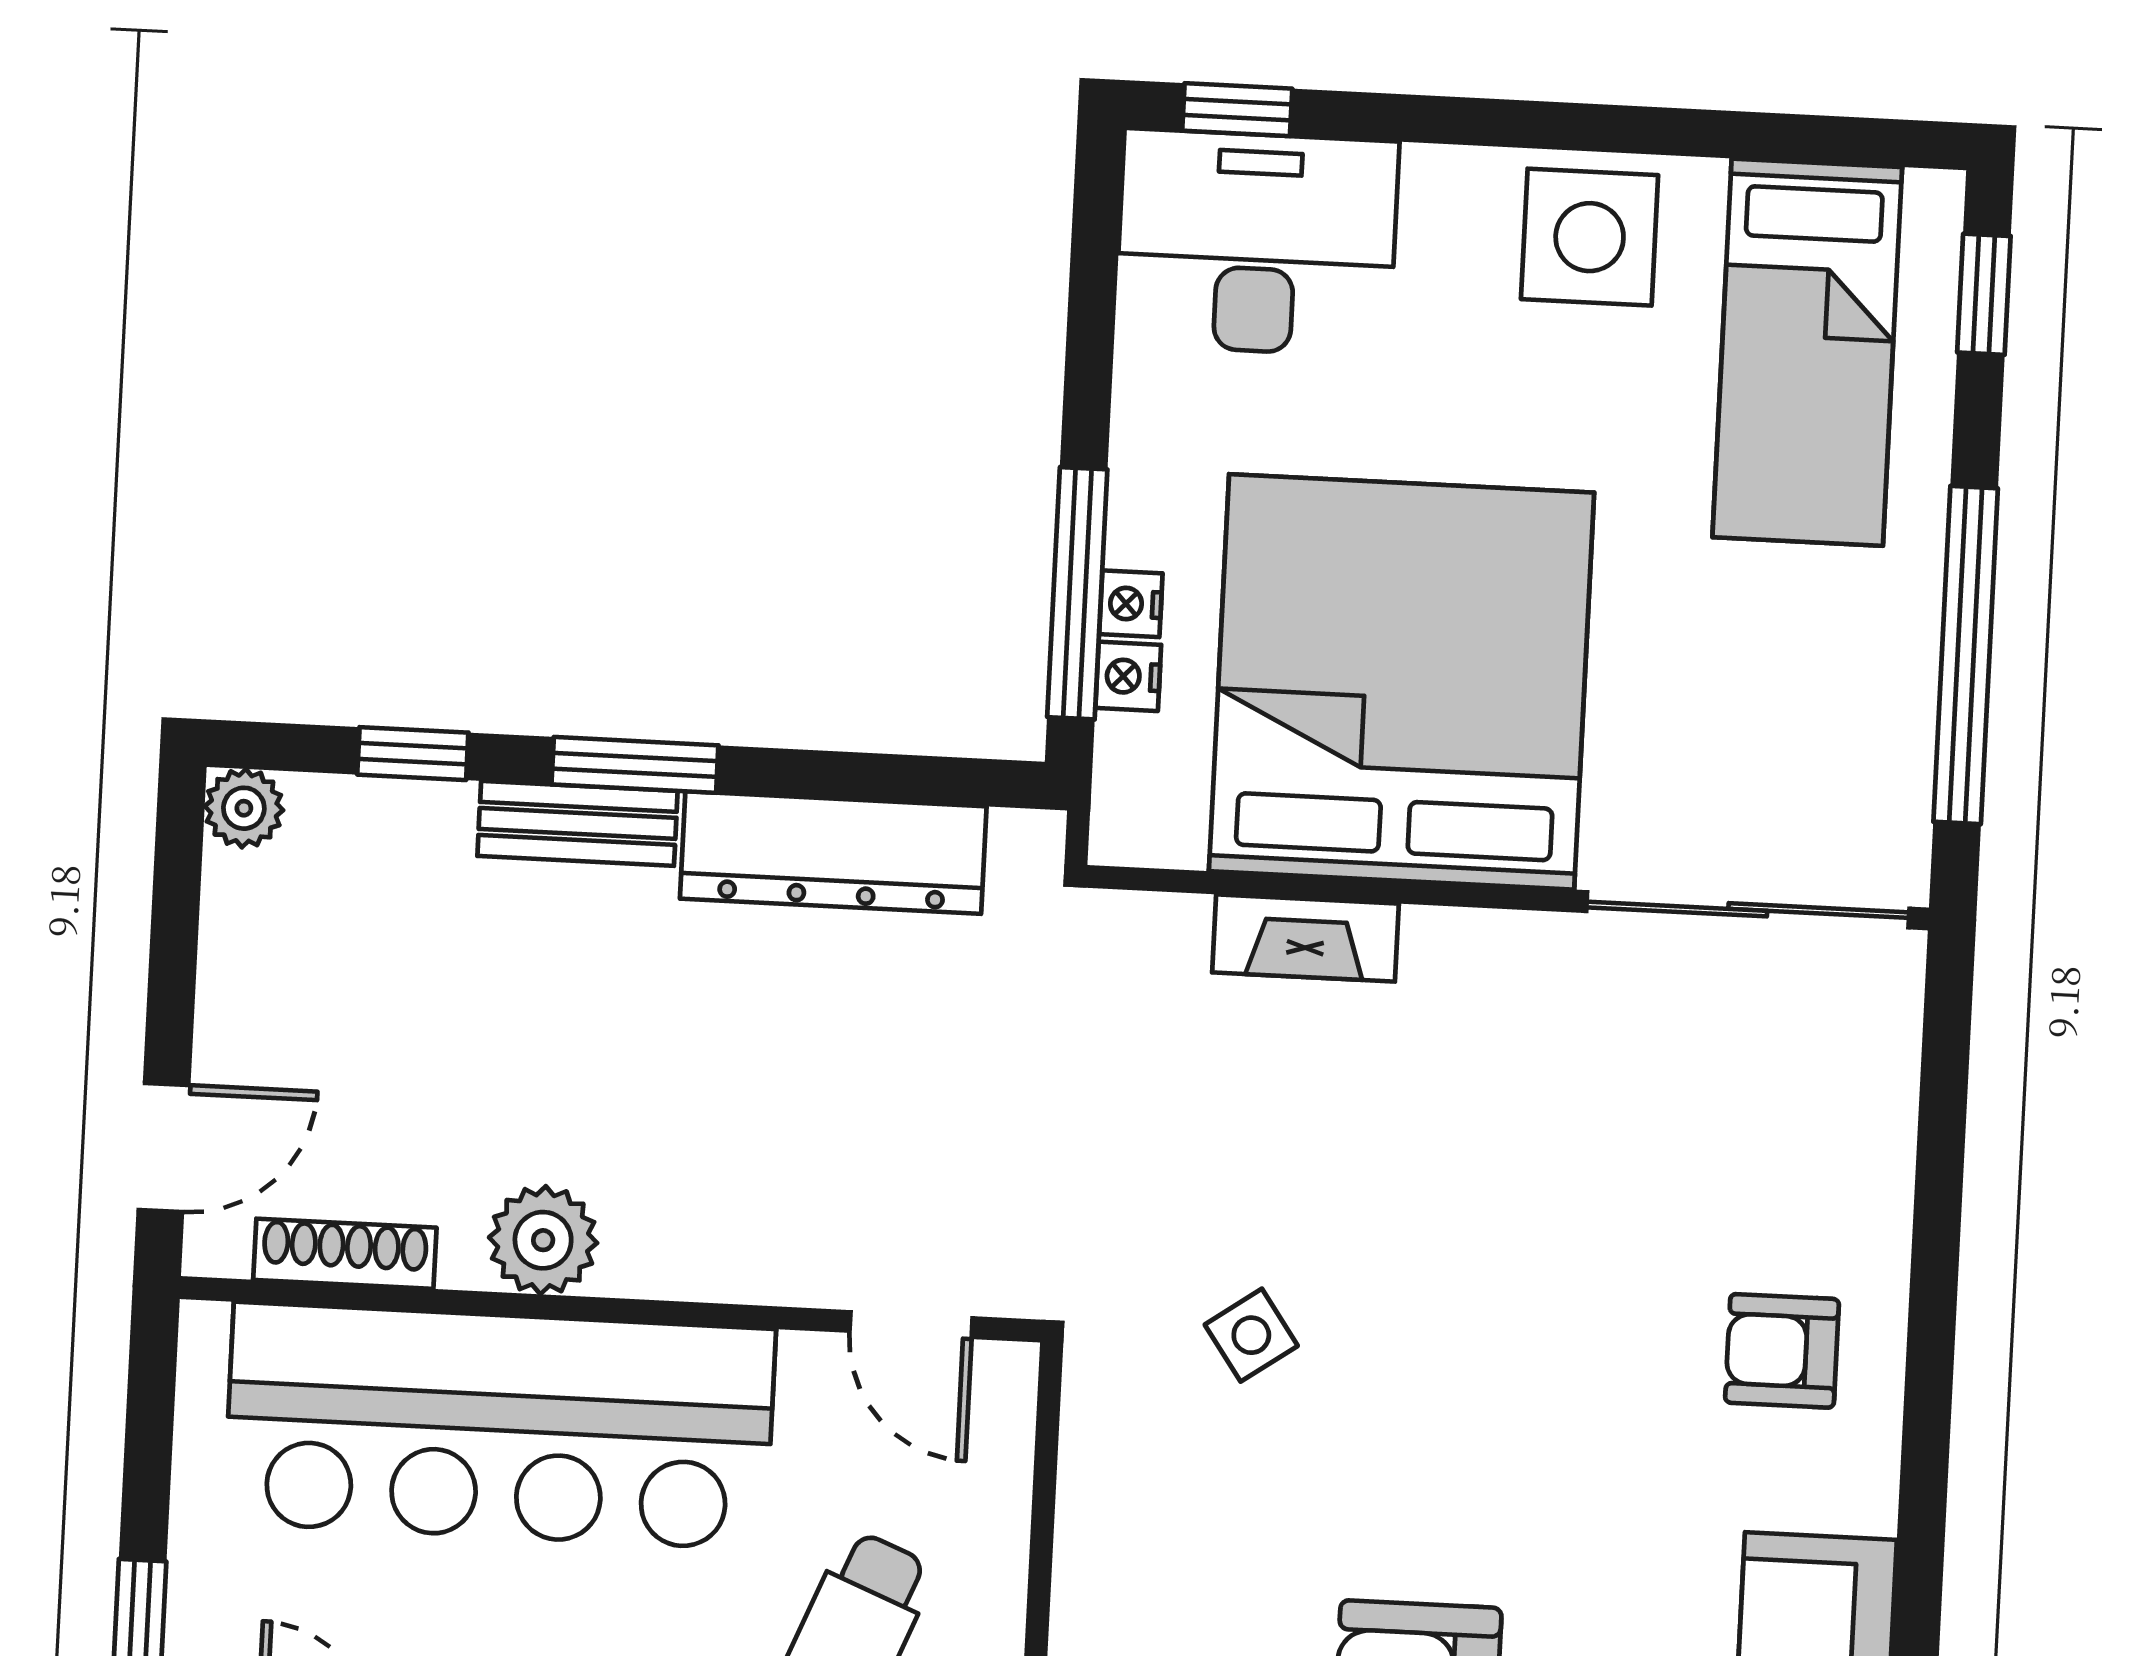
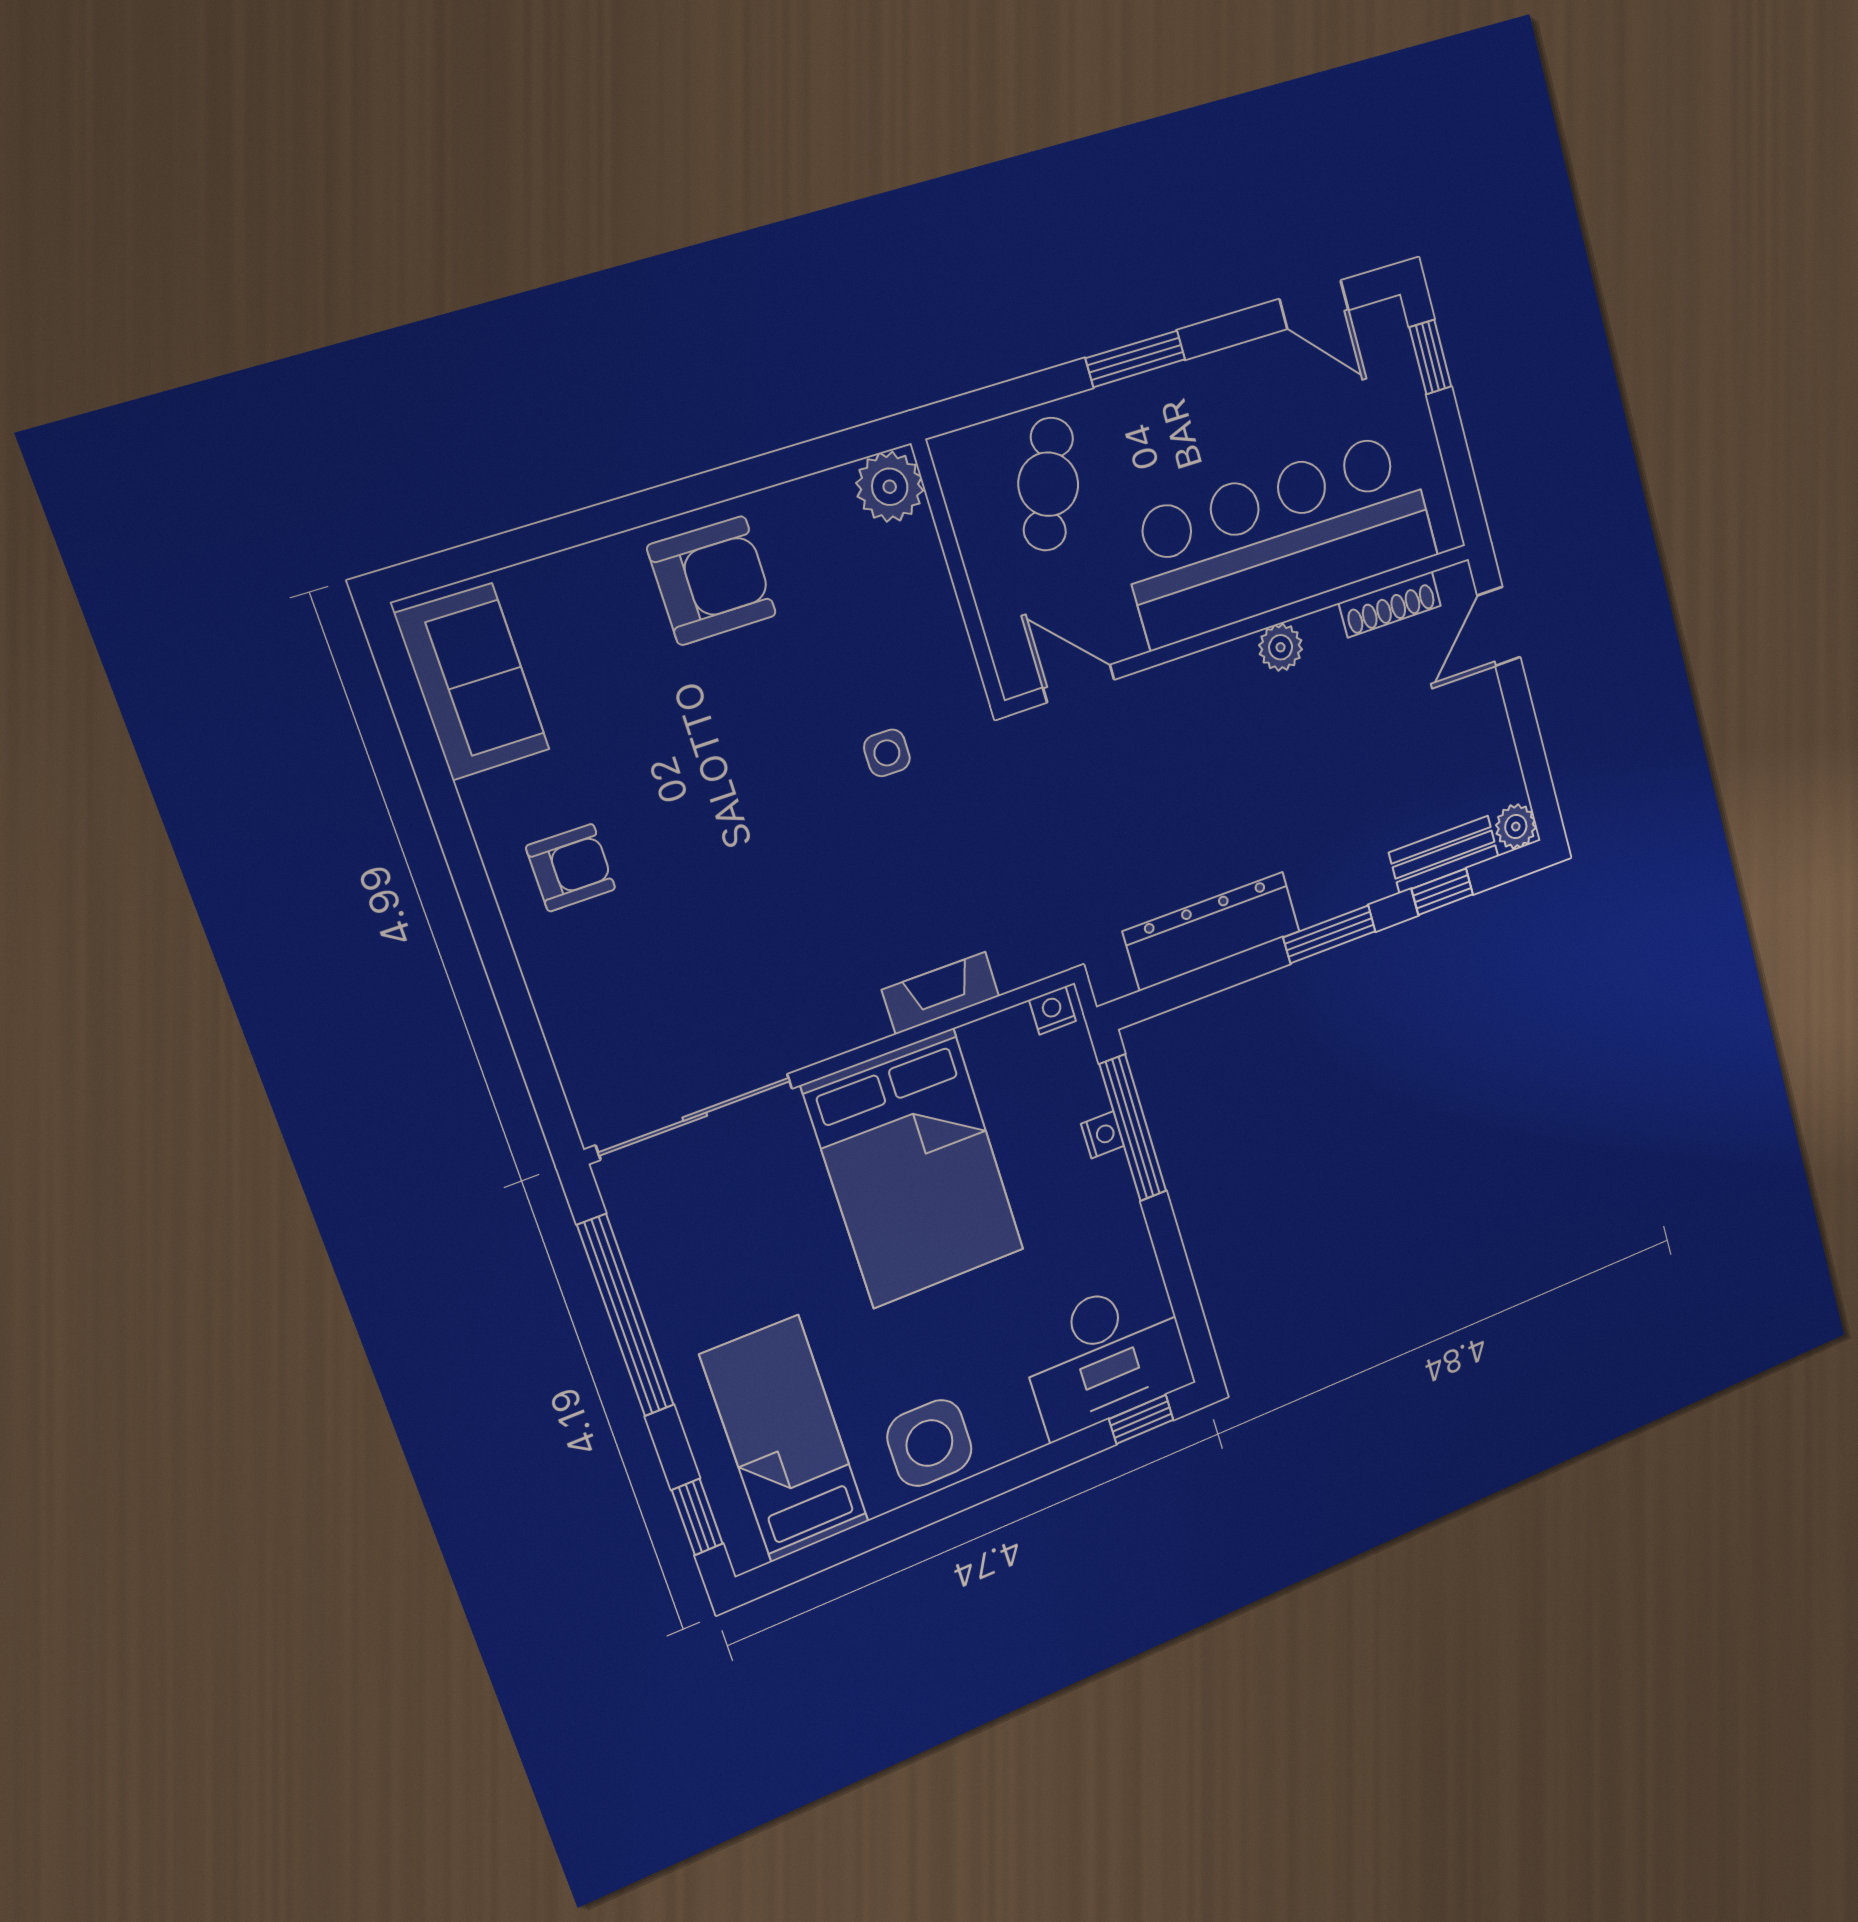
nightstand: (1128, 676) -> (1052, 1010), moved, turned -90
bed: (1402, 682) -> (913, 1168), width x0.73
bench: (578, 823) -> (1444, 854), moved
plant: (543, 1240) -> (1281, 647), width x0.73, depth x0.73
side table: (1251, 1335) -> (887, 753), turned 35

